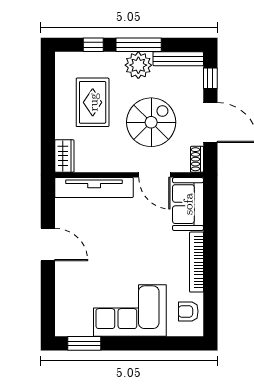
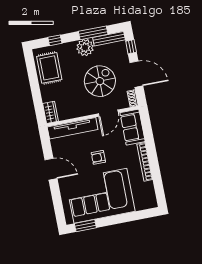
window: (139, 45) -> (93, 33), moved
rug: (93, 102) -> (49, 68), moved
door: (154, 175) -> (108, 113), hinge flipped
corner sofa: (130, 311) -> (100, 196), width x1.36, depth x1.36
armchair: (188, 311) -> (98, 157), moved

